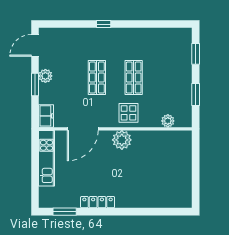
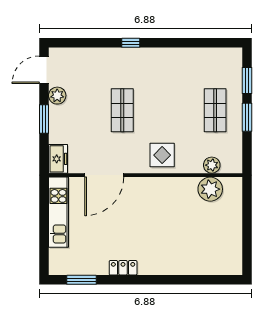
plant: (45, 76) -> (57, 96), moved
shop shelf: (134, 78) -> (215, 110), moved
window: (196, 95) -> (247, 117), moved
plant: (122, 140) -> (210, 189), moved
locker: (98, 202) -> (123, 268), width x0.66

